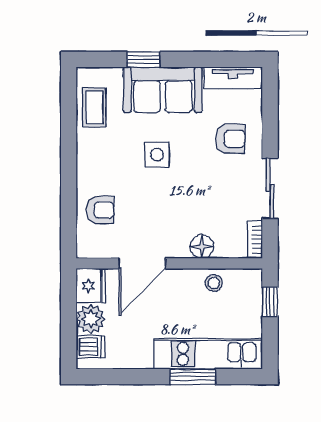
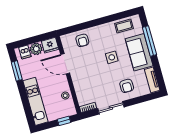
window: (144, 59) -> (149, 41), width x2.17
floor lamp: (202, 246) -> (79, 86), removed
window: (193, 377) -> (17, 71), moved

